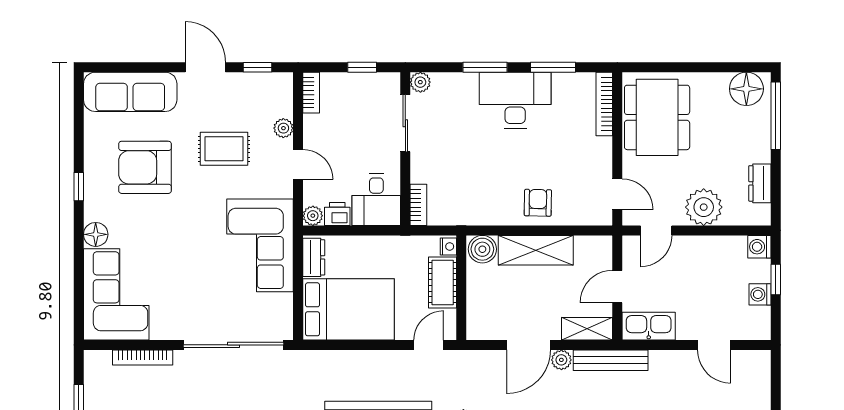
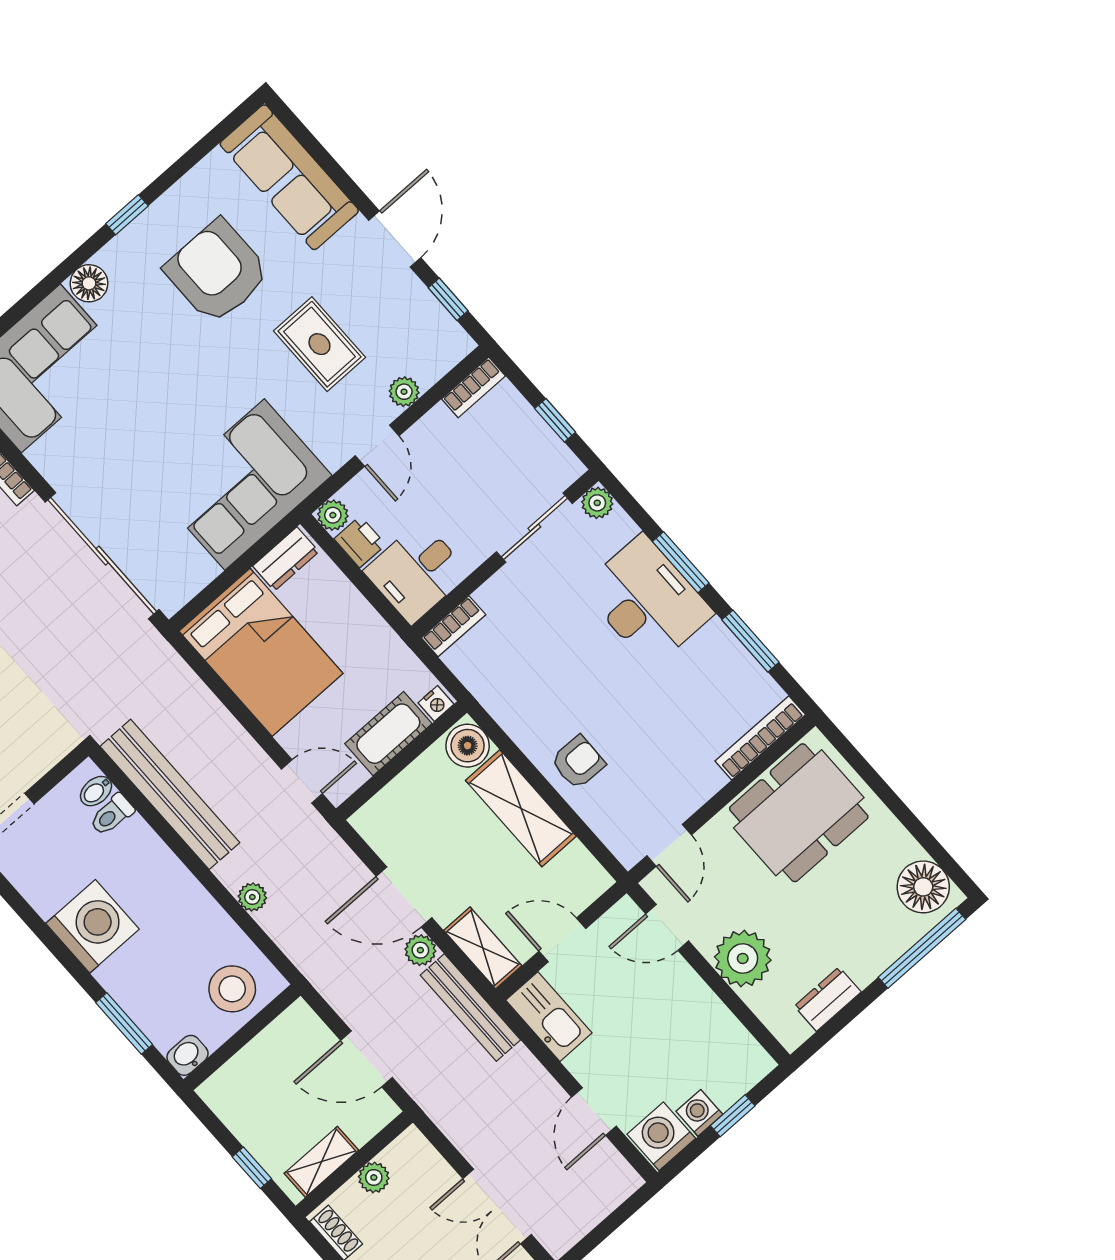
desk: (515, 100) -> (647, 601), moved
washing machine: (759, 247) -> (661, 1136), moved, width x1.38, depth x1.38

